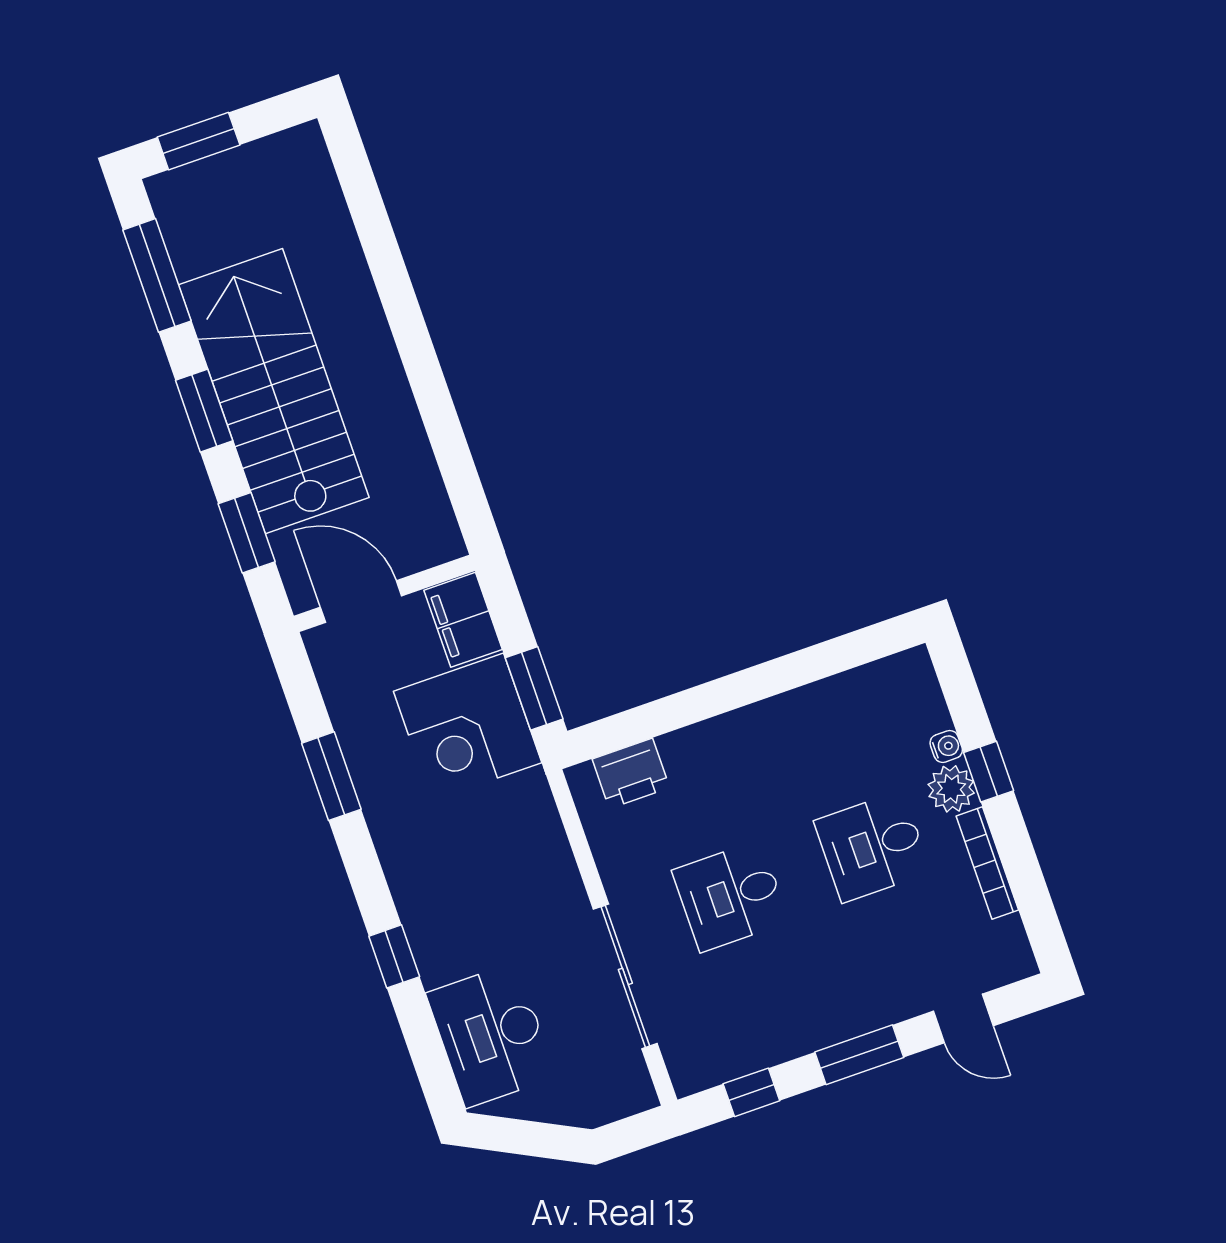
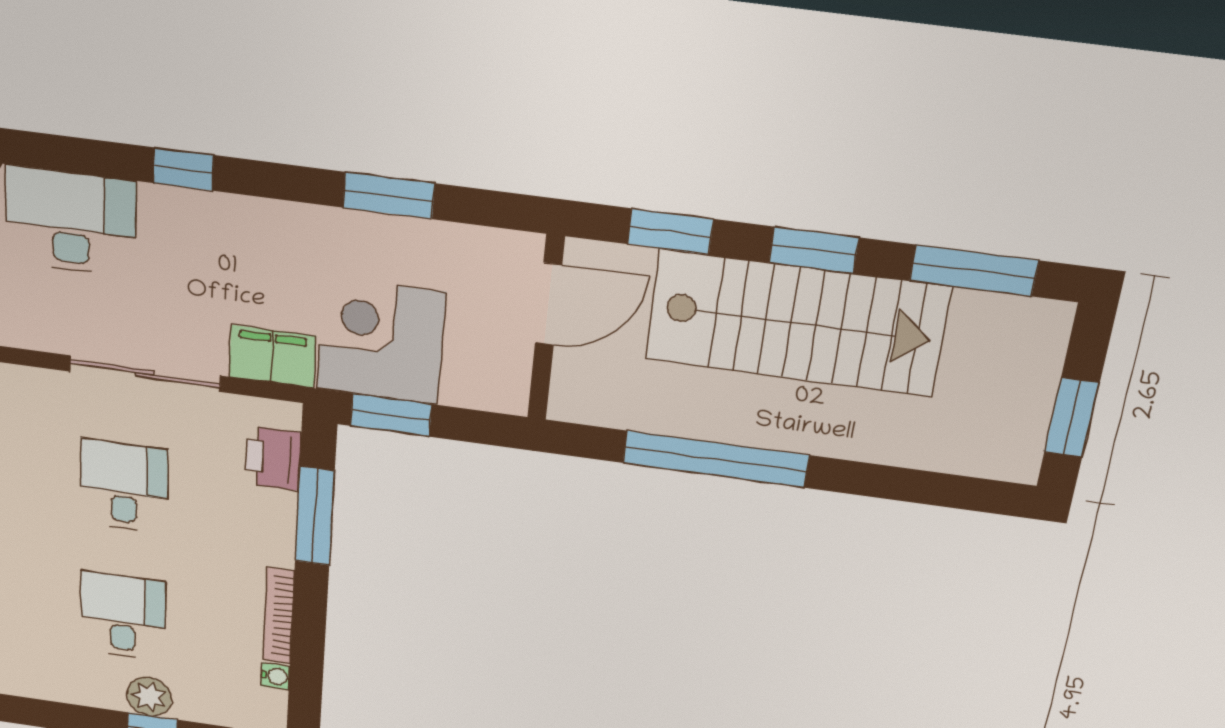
window: (199, 141) -> (1072, 418), moved
window: (432, 394) -> (716, 459), added
filing cabinet: (463, 620) -> (272, 357), moved
window: (671, 713) -> (315, 516), added
water cooler: (946, 746) -> (275, 676), moved, turned -90
bookcase: (987, 863) -> (279, 616), moved, turned -90
sliding door: (625, 976) -> (145, 374), moved

